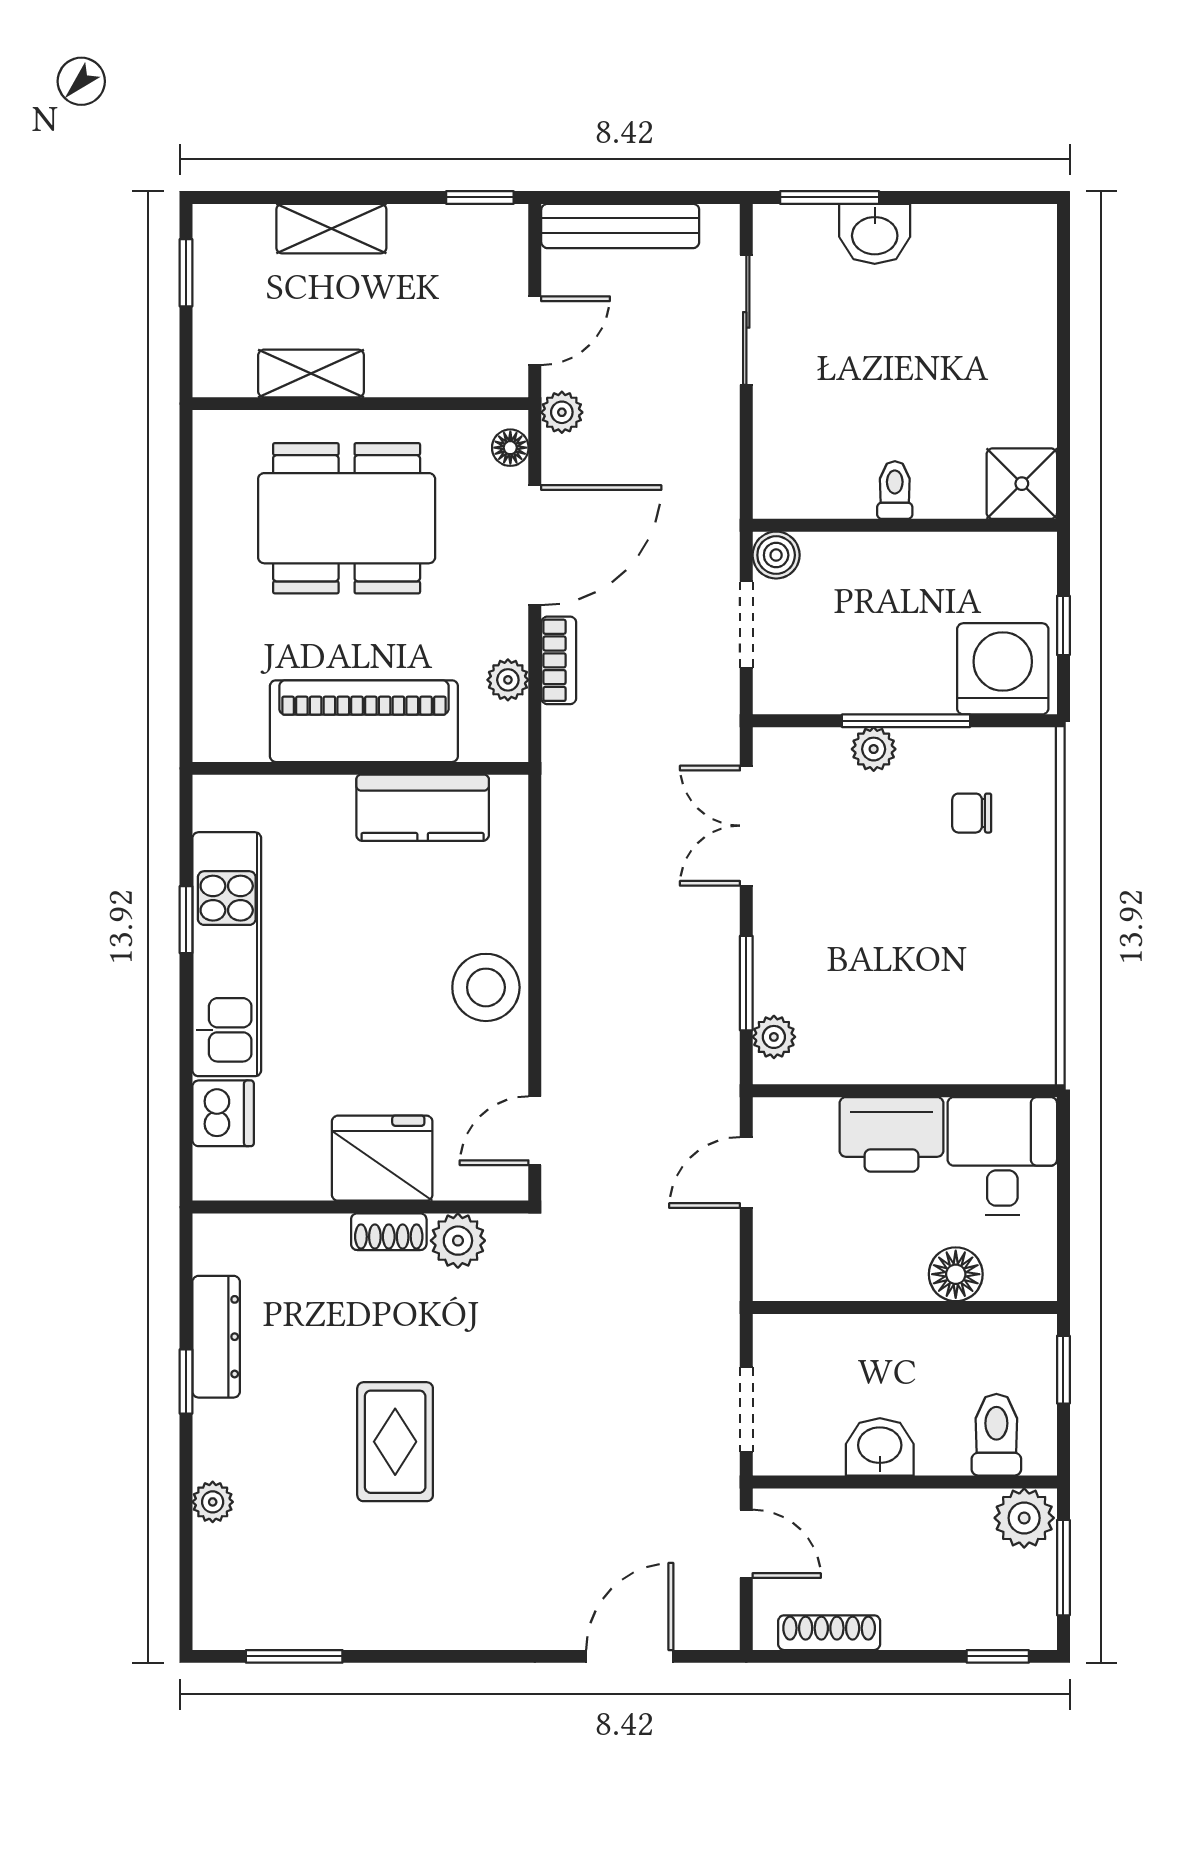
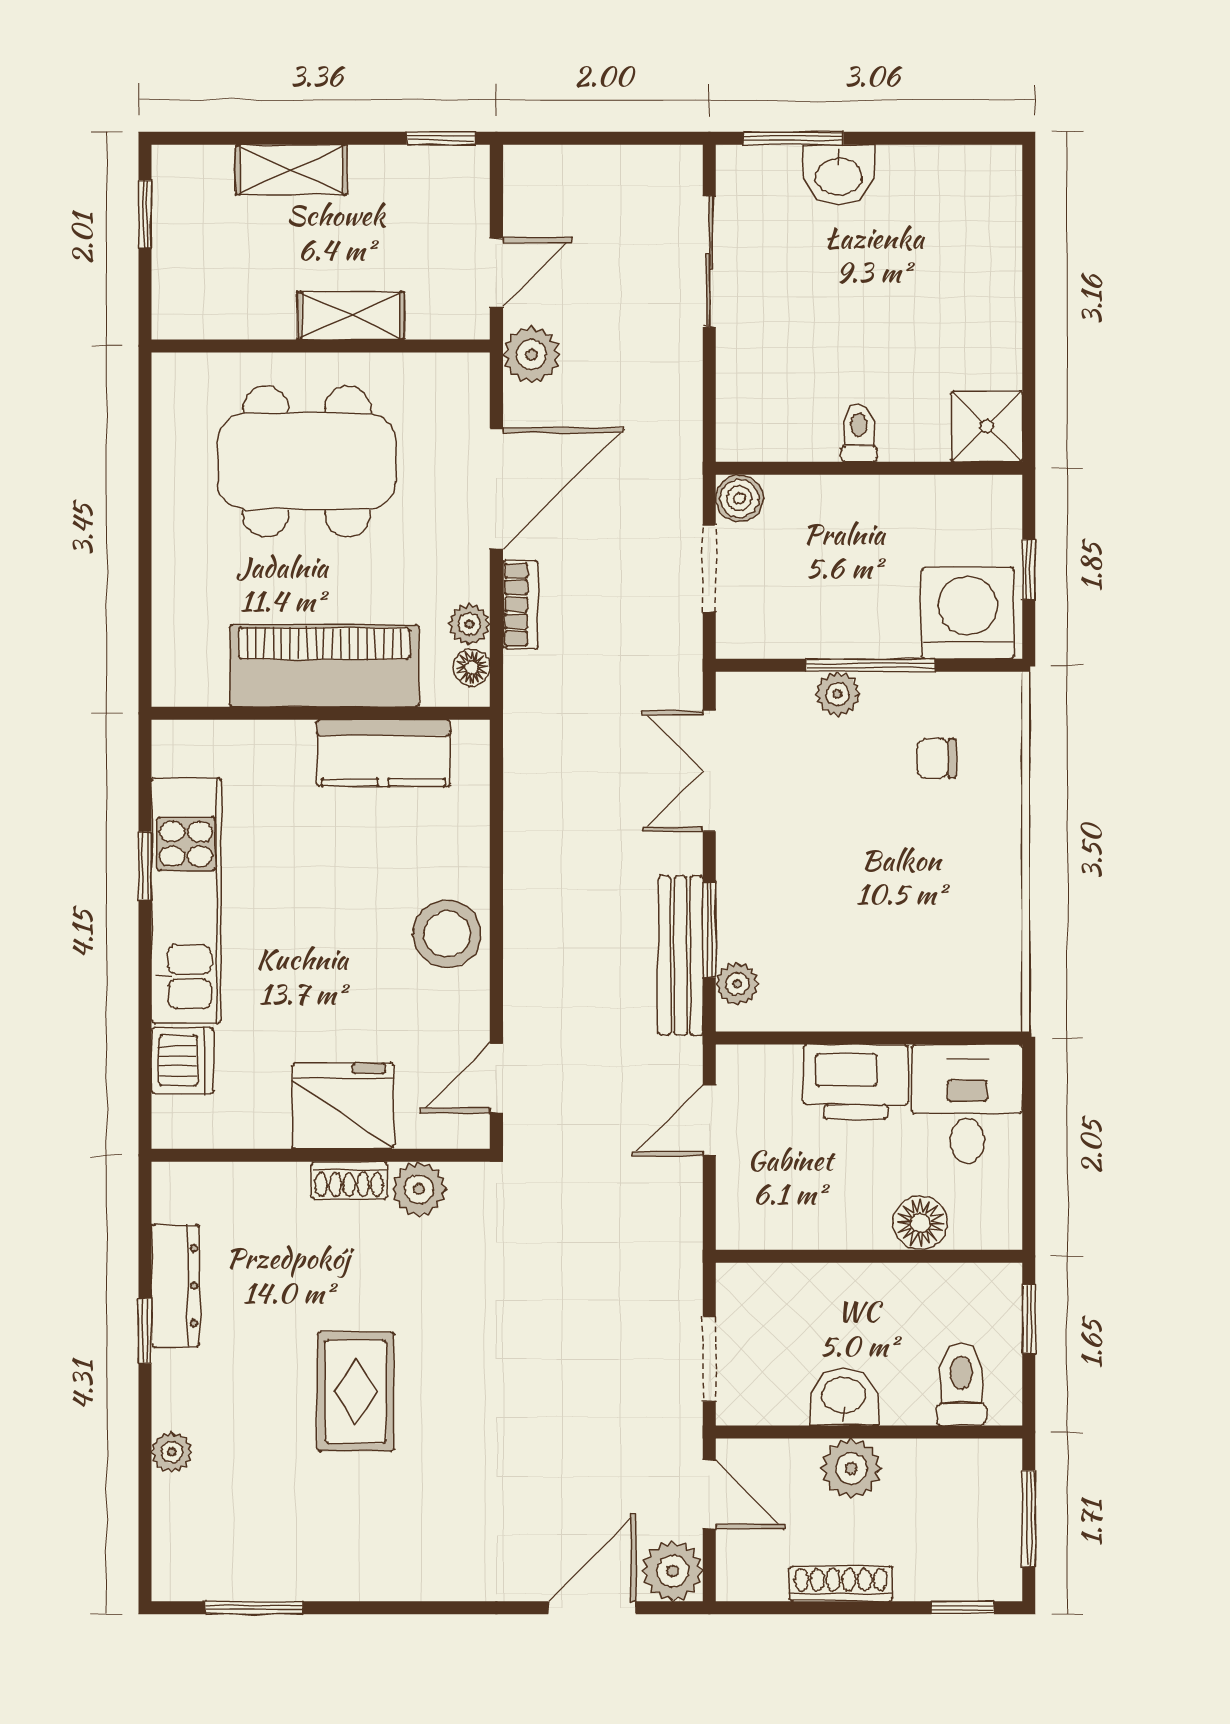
bench: (620, 226) -> (681, 955), moved, turned 90
shelving: (311, 373) -> (351, 316), moved
plant: (562, 412) -> (531, 355), width x1.38, depth x1.38
floor lamp: (510, 448) -> (472, 667), moved
plant: (1024, 1518) -> (851, 1468), moved
plant: (710, 1620) -> (673, 1571), added
shoe rack: (829, 1633) -> (841, 1584), moved

